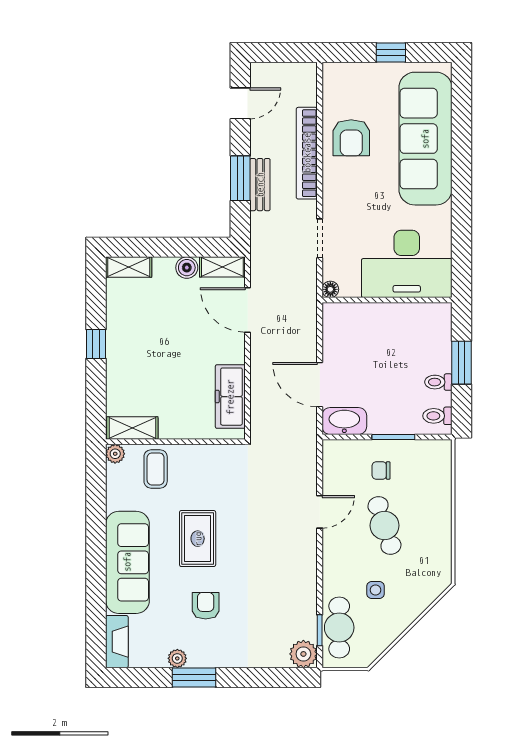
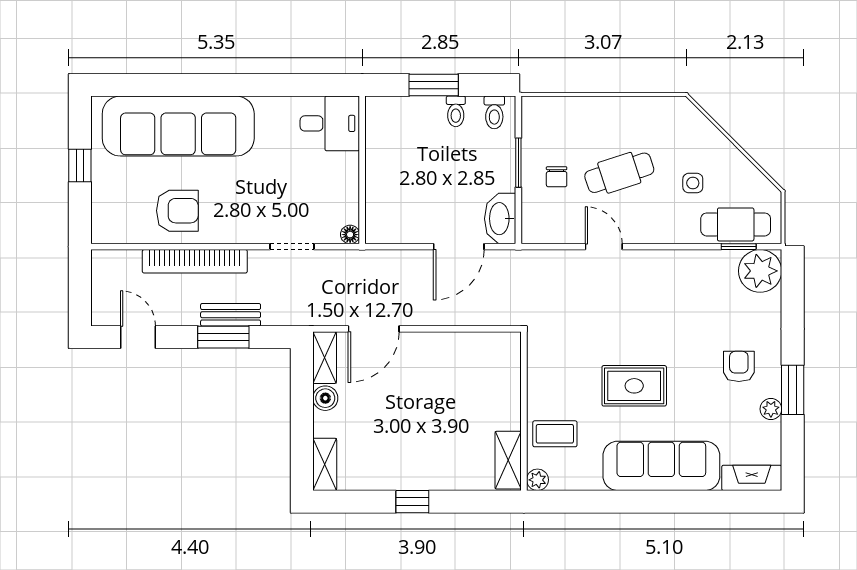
desk: (407, 264) -> (330, 123), width x0.53, depth x0.77
freezer: (230, 397) -> (472, 349), removed
armchair: (206, 606) -> (739, 366), moved, turned 90
plant: (303, 654) -> (760, 271), width x1.36, depth x1.36

